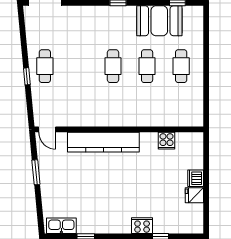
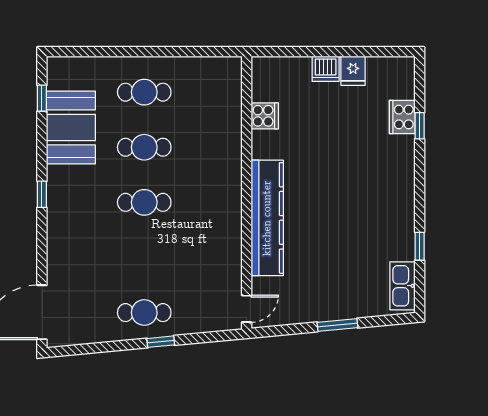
window: (36, 172) -> (337, 325), moved
cooker: (142, 226) -> (402, 117), moved

